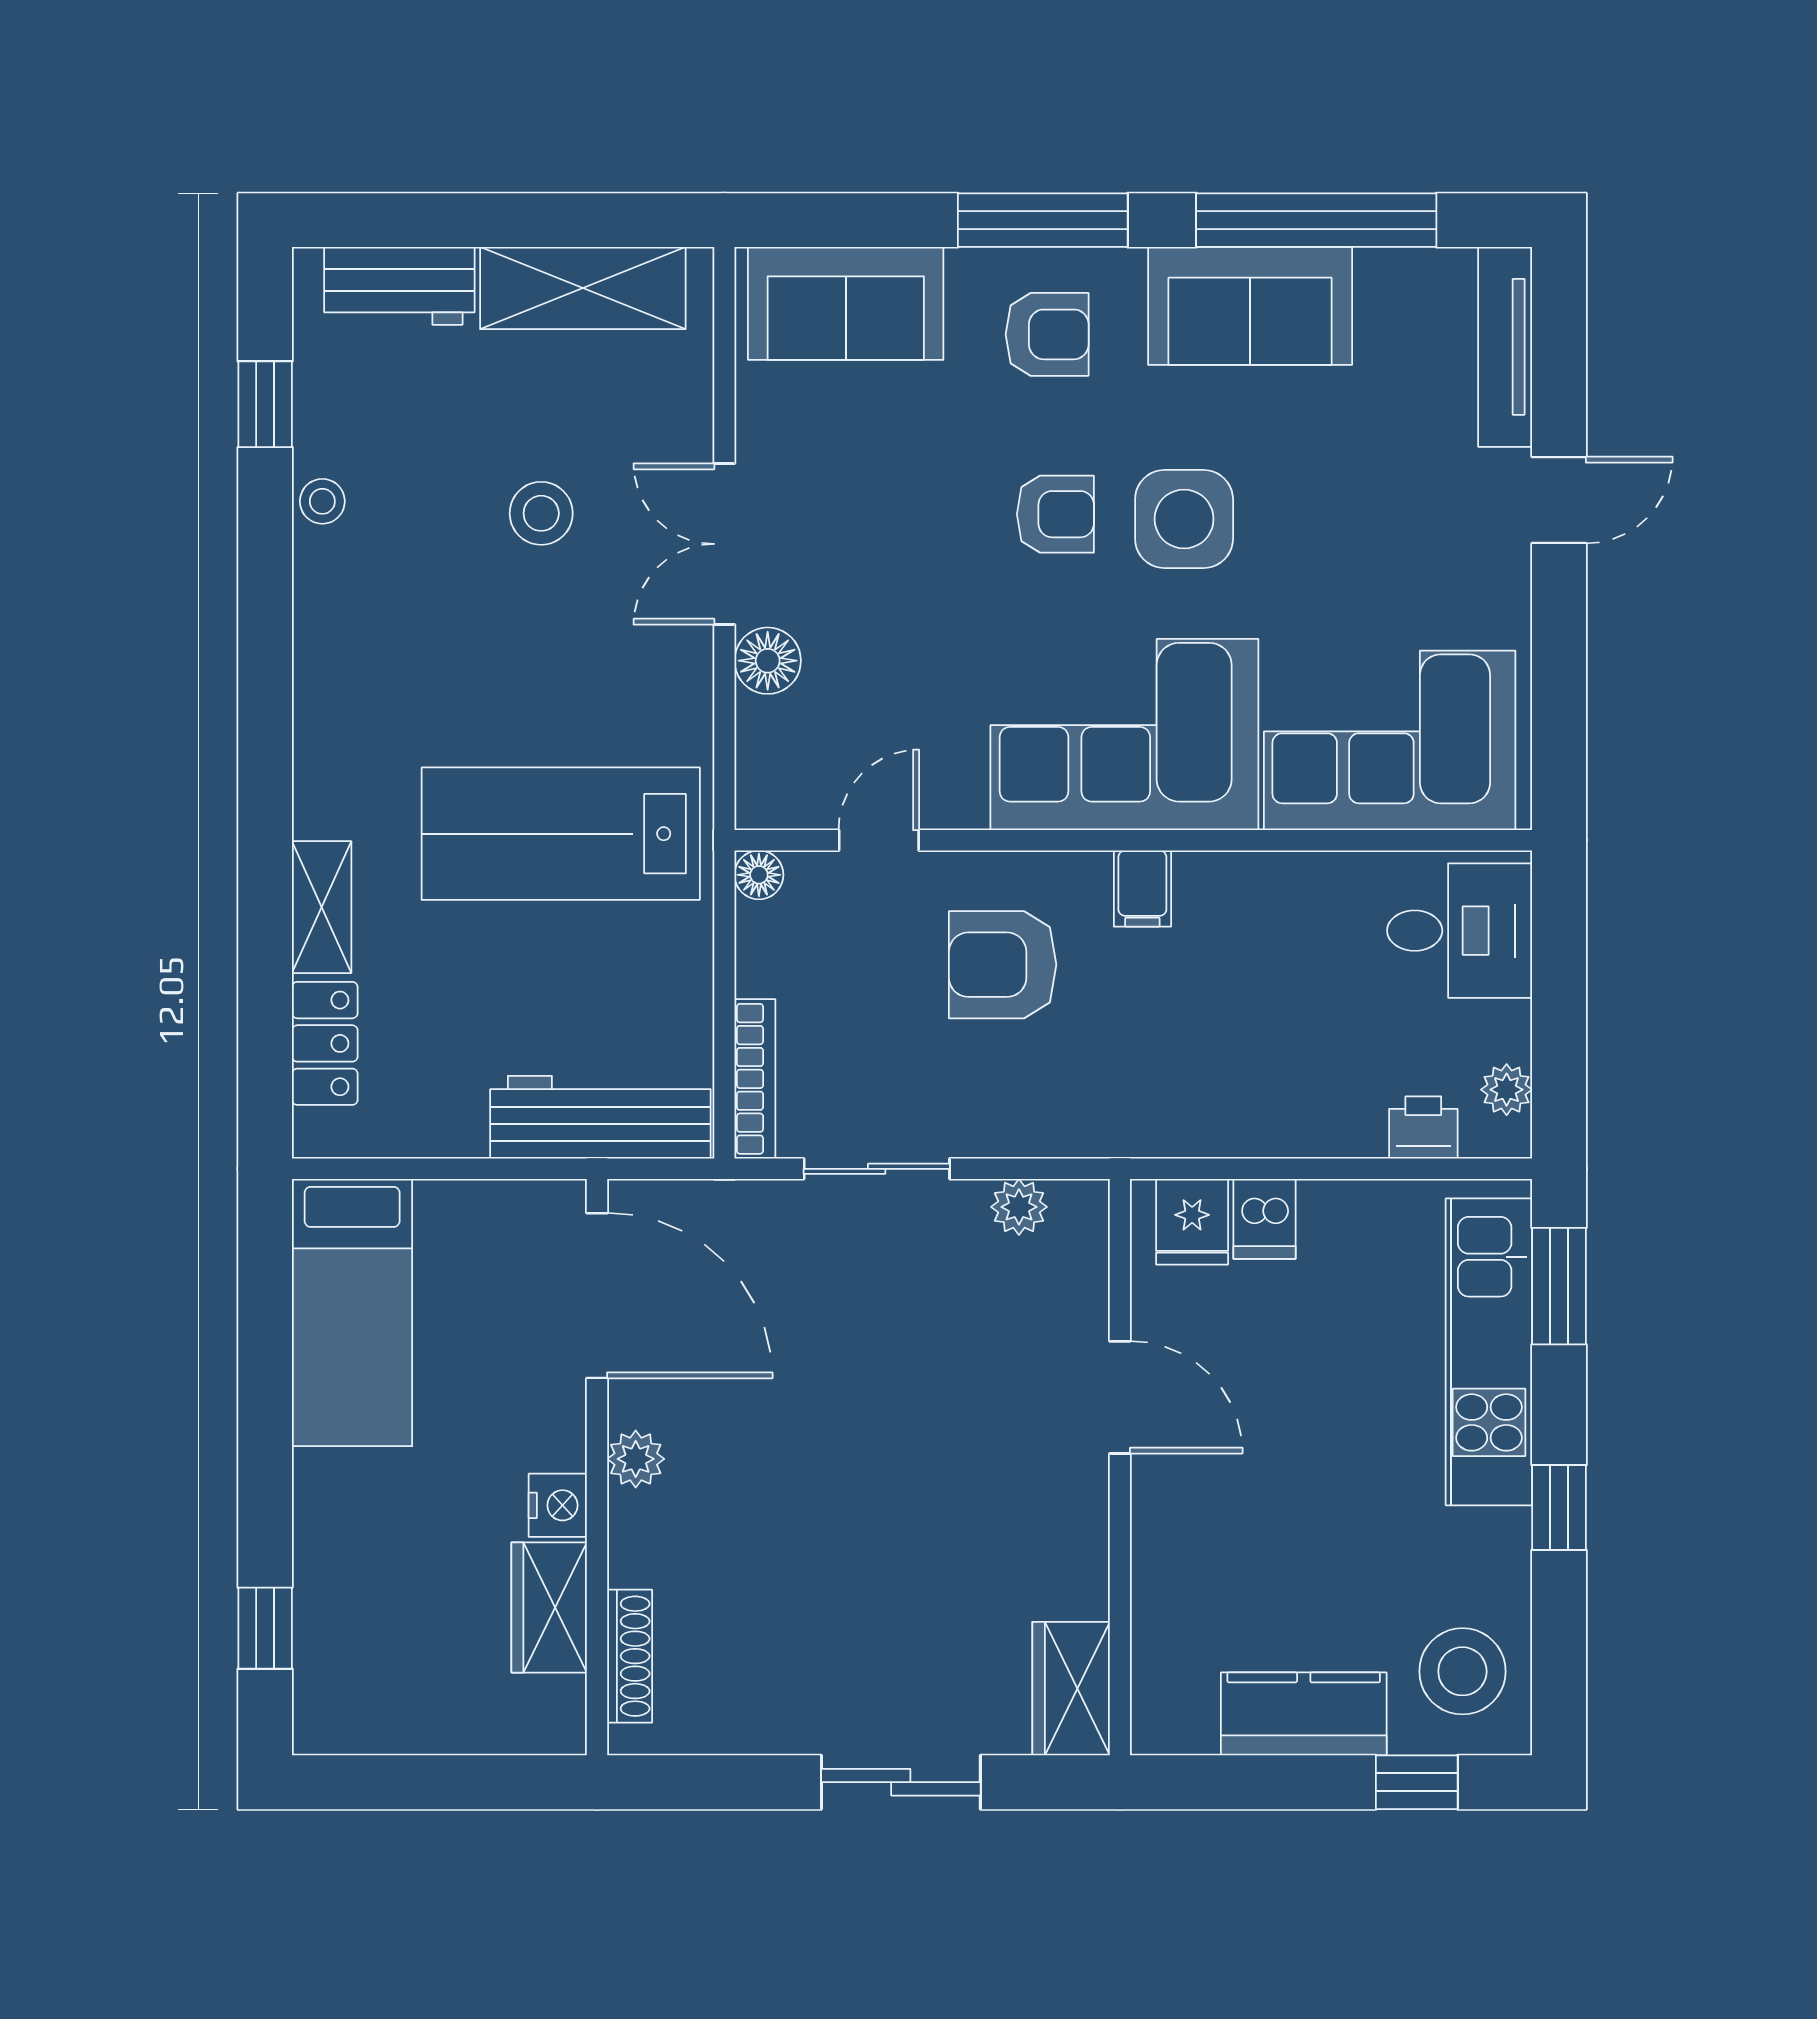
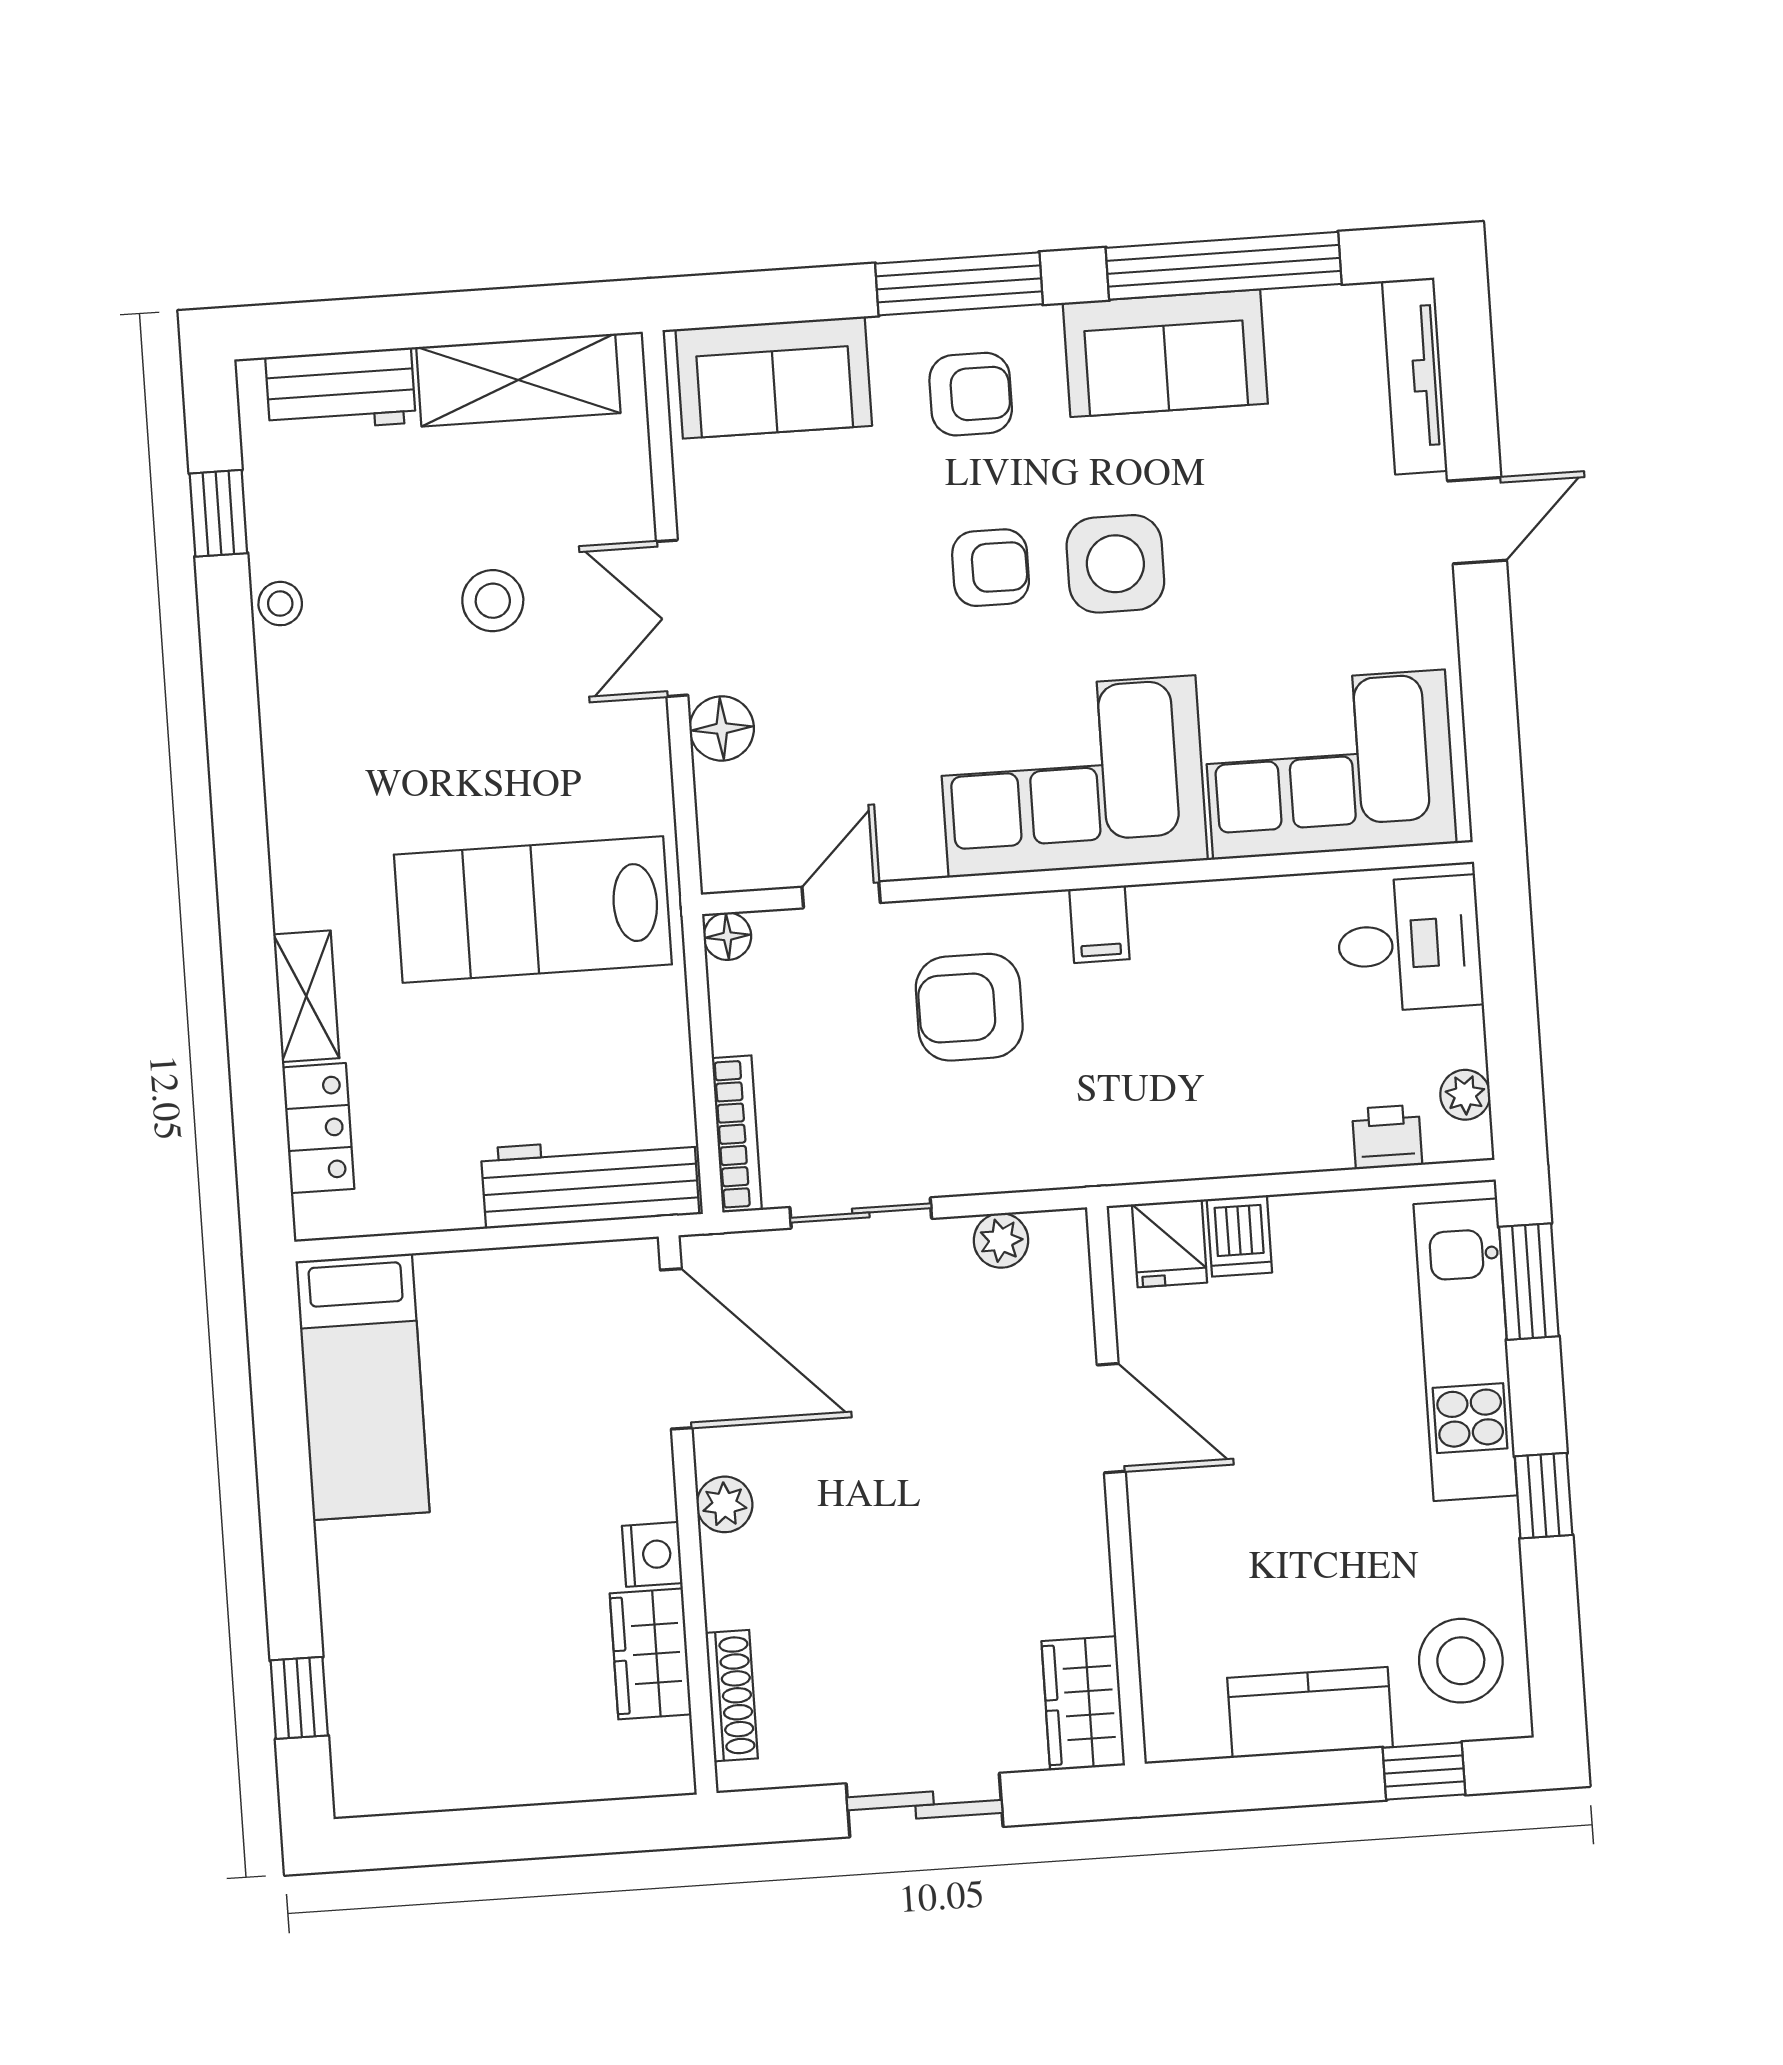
door: (597, 1296) -> (676, 1349), moved
plant: (636, 1459) -> (725, 1504), moved
wall: (597, 1467) -> (688, 1515), moved
nightstand: (558, 1505) -> (652, 1554), moved
wardrobe: (549, 1607) -> (651, 1654), moved
shoe rack: (630, 1656) -> (732, 1696), moved

